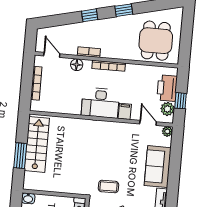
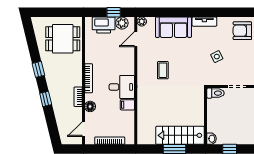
desk: (100, 103) -> (122, 87), width x0.73
filing cabinet: (125, 111) -> (127, 105), moved
stairs: (37, 144) -> (180, 135), moved
coffee table: (108, 187) -> (163, 70), moved

